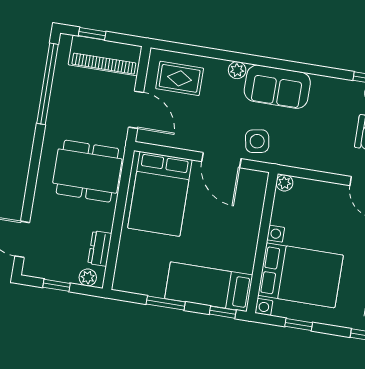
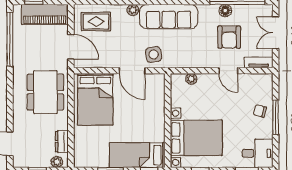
sofa: (277, 87) -> (169, 17), width x1.36
dining table: (87, 171) -> (45, 92), turned 90
plant: (284, 183) -> (191, 79), moved

